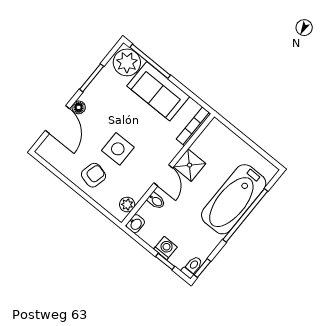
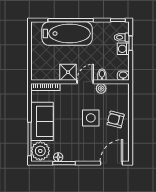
floor lamp: (79, 107) -> (58, 157), moved
door: (58, 119) -> (111, 163), moved
plant: (127, 205) -> (101, 88), moved
toilet: (192, 267) -> (122, 37), moved

